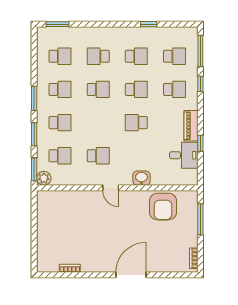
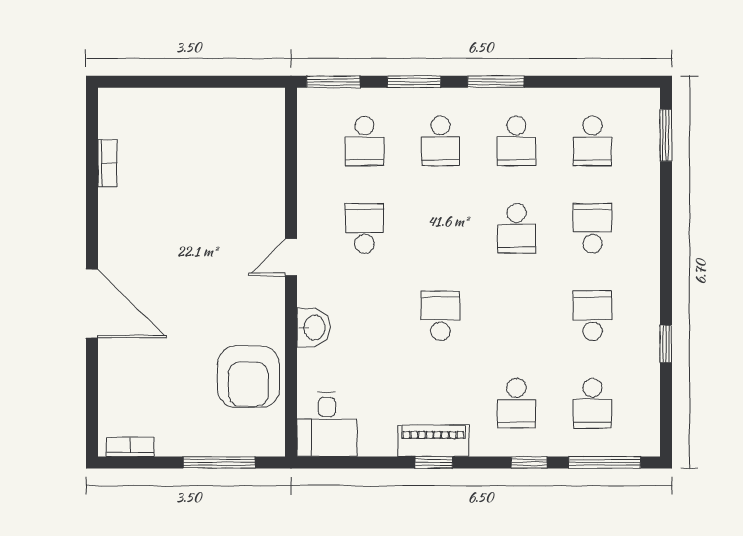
school desk: (136, 56) -> (592, 316), turned 180
school desk: (136, 89) -> (516, 316), removed
window: (200, 143) -> (434, 462), moved
desk: (184, 155) -> (327, 424), moved
school desk: (98, 156) -> (365, 228), turned 180
plant: (44, 178) -> (313, 104), removed
armchair: (163, 207) -> (248, 377), turned -90

